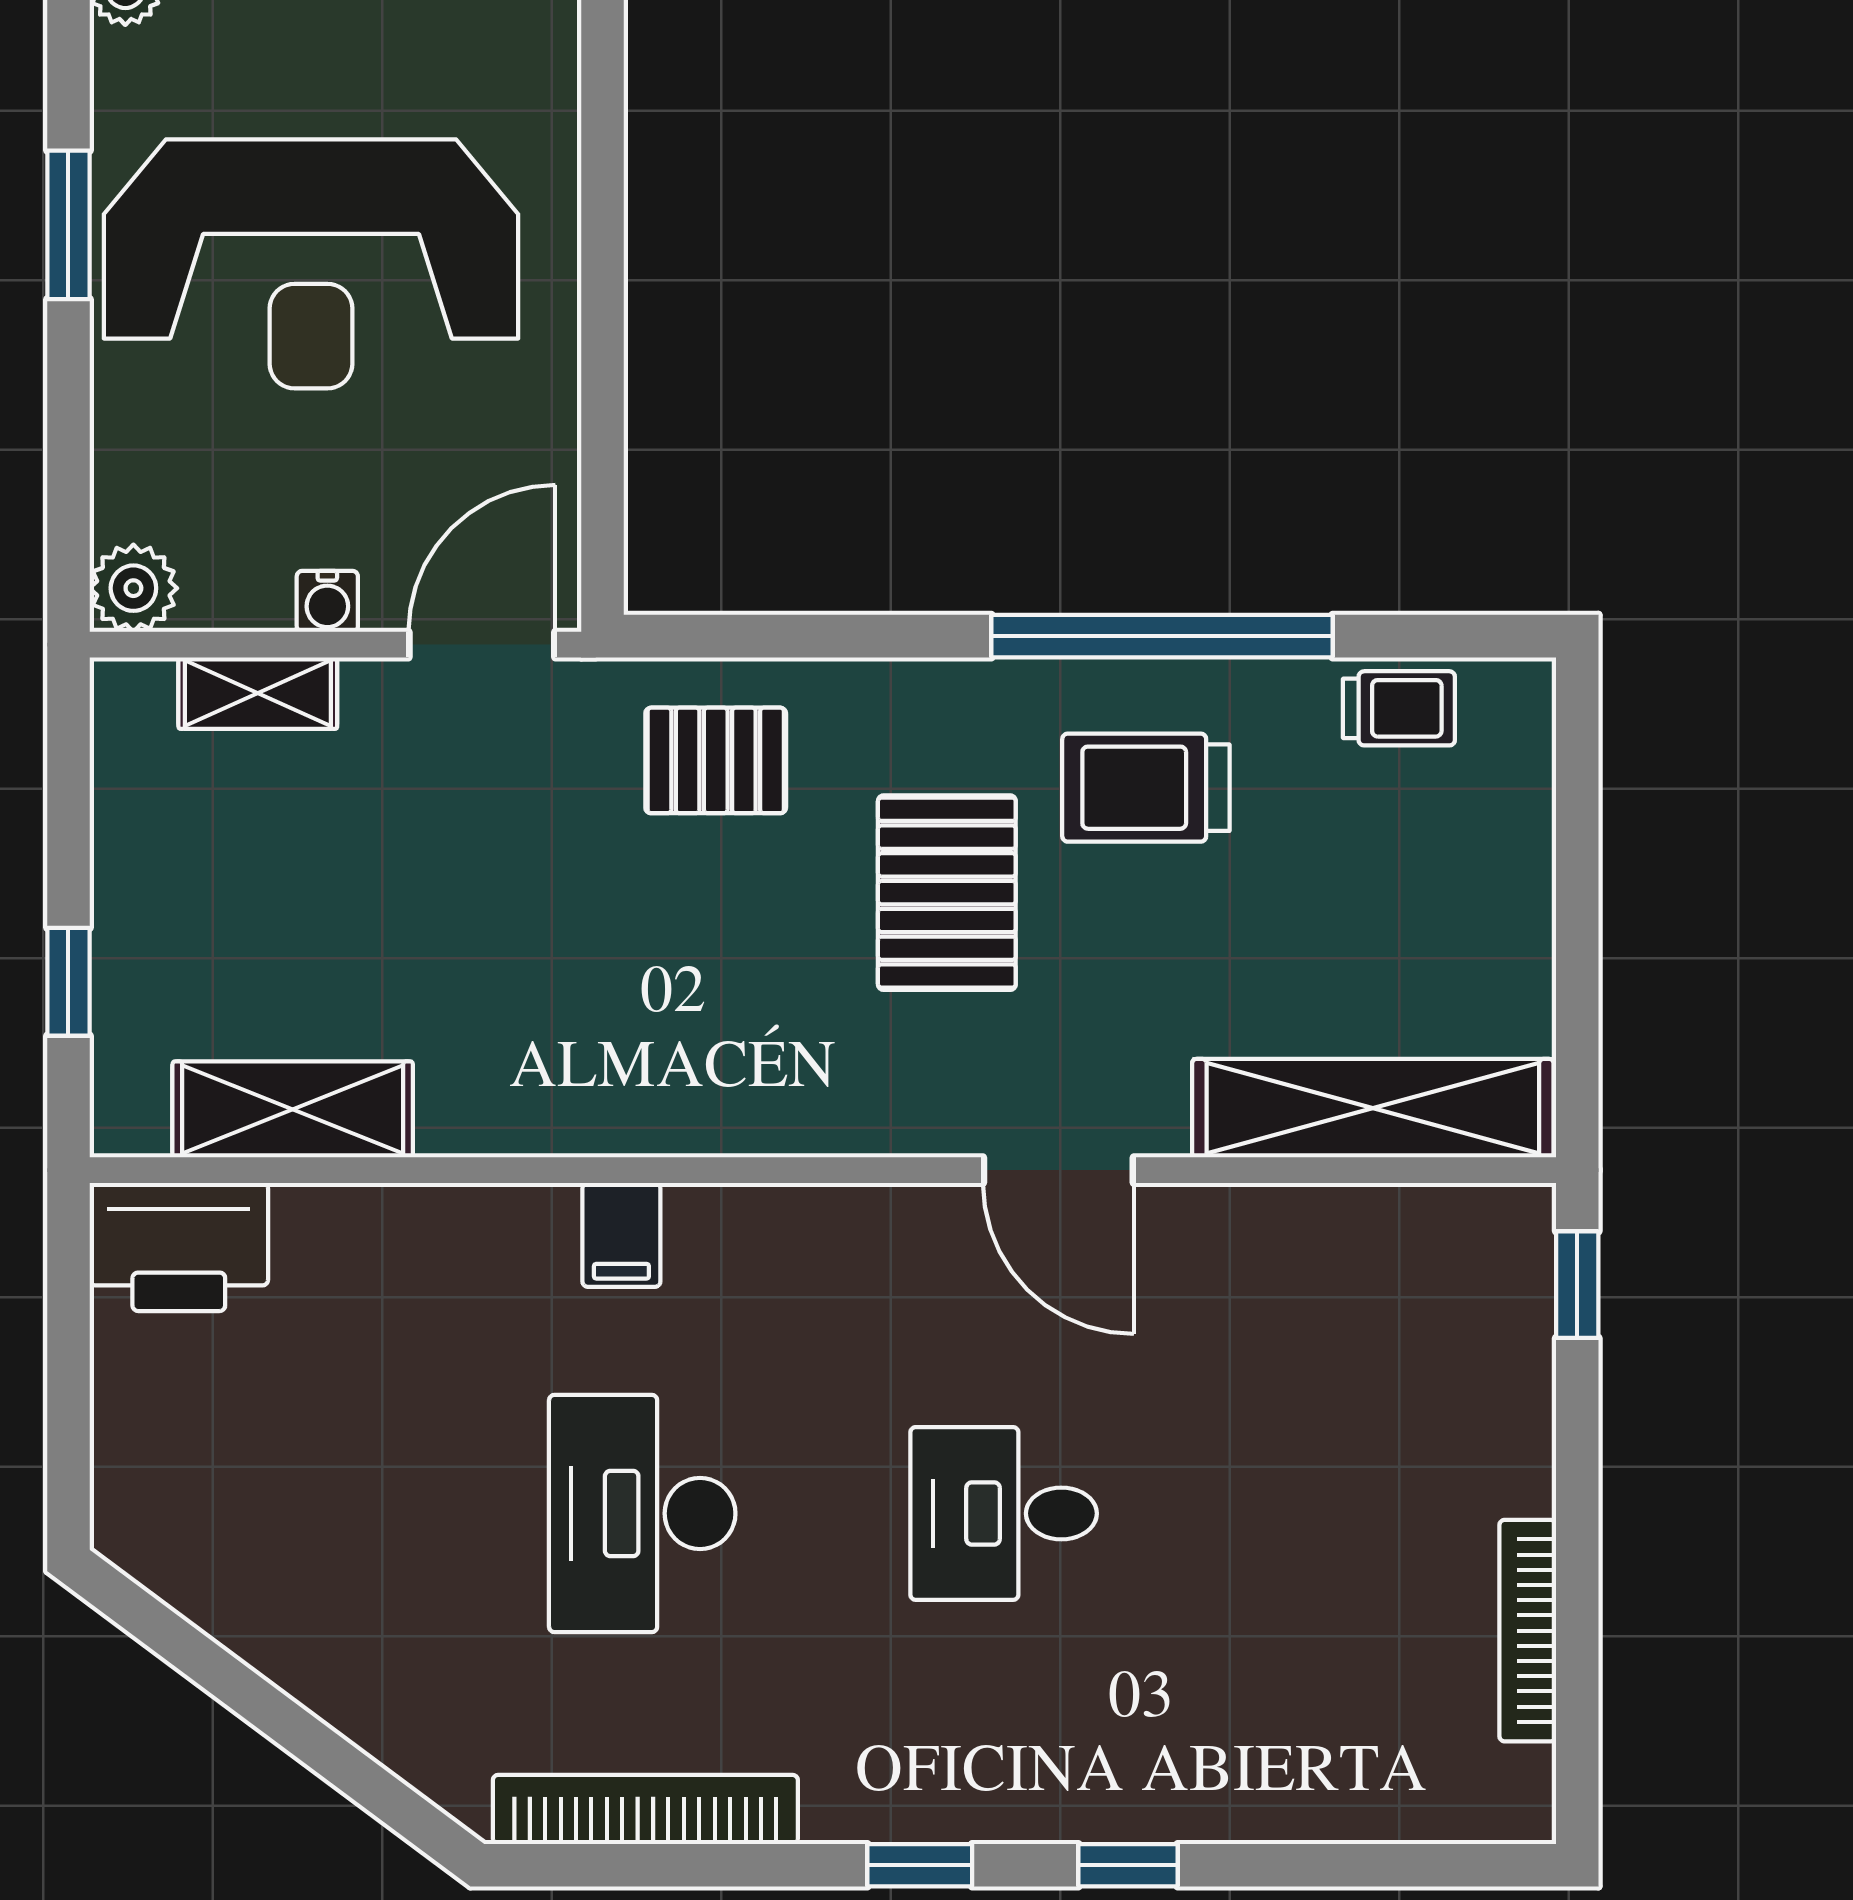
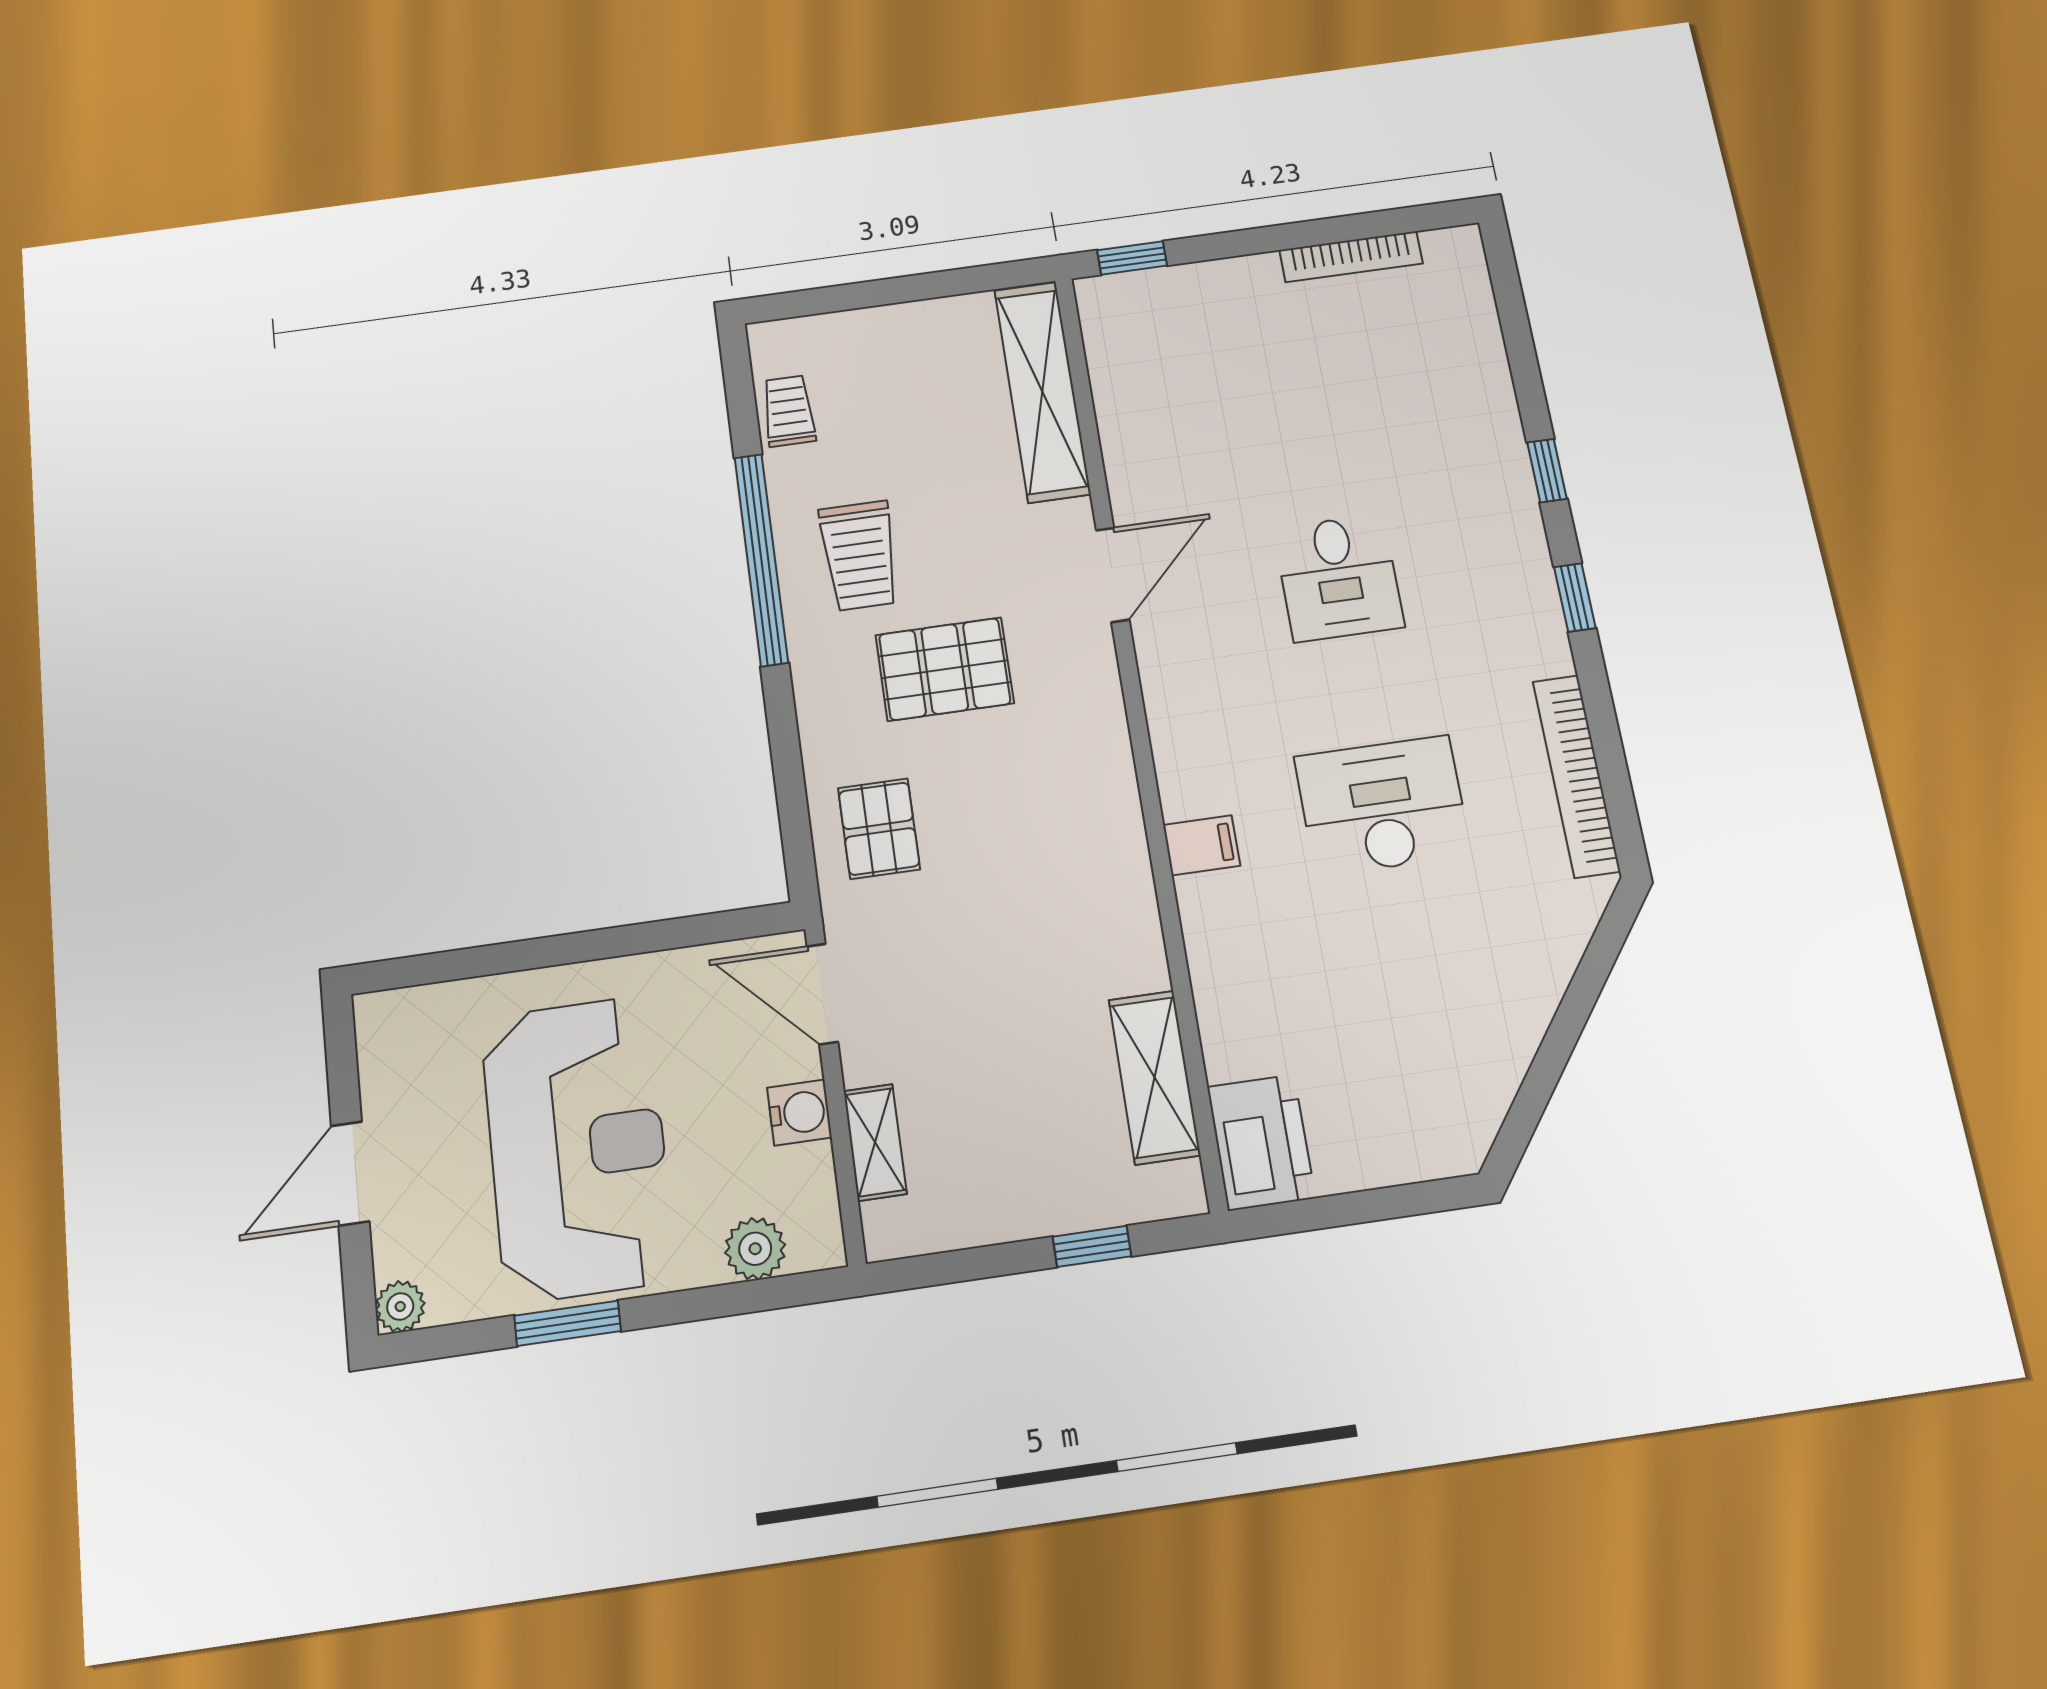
plant: (133, 588) -> (755, 1249), moved
water cooler: (327, 601) -> (799, 1113), width x1.38, depth x1.38
desk: (642, 1513) -> (1383, 806), turned 180

